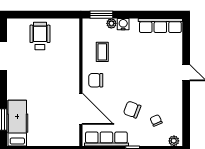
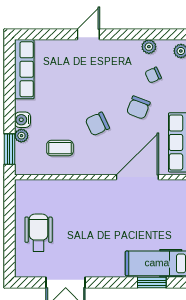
wheelchair: (40, 36) -> (39, 233), turned 90
chair: (96, 80) -> (97, 124), moved, turned 65
plant: (177, 117) -> (149, 47), added

